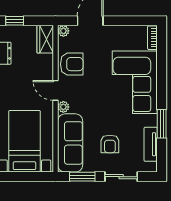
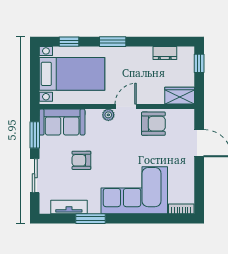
plant: (63, 31) -> (188, 115), removed
armchair: (72, 64) -> (153, 124), turned -90
sofa: (70, 143) -> (62, 122), width x0.73
armchair: (110, 144) -> (81, 160), moved

